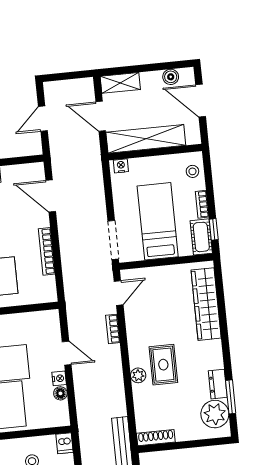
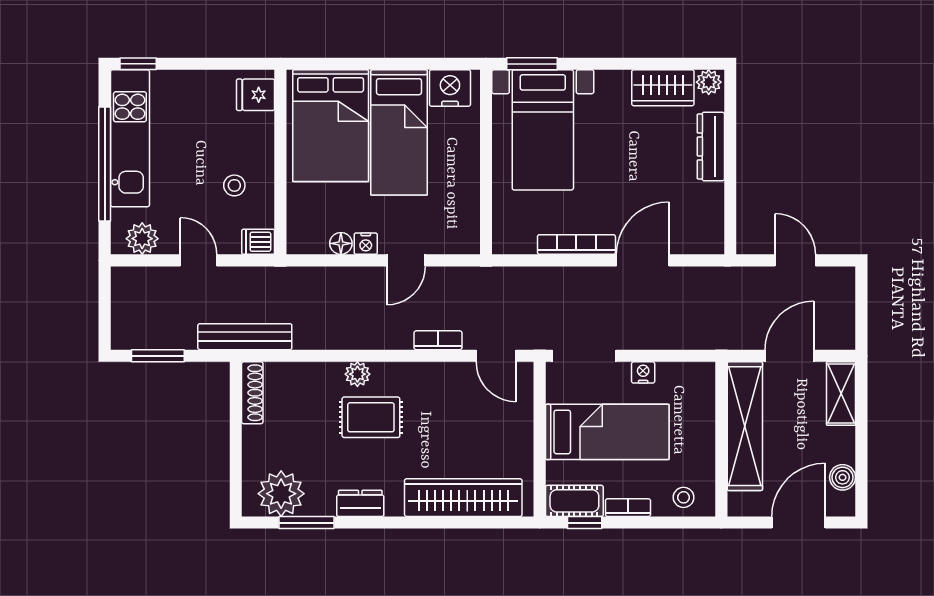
nightstand: (121, 166) -> (643, 372), moved, turned -90
door: (51, 196) -> (643, 260), moved
dresser: (218, 384) -> (360, 503), moved

